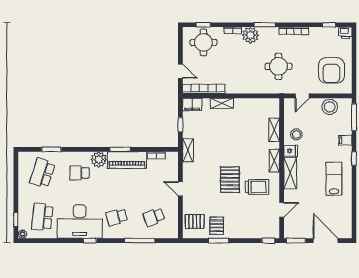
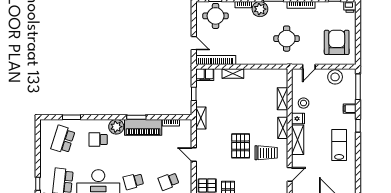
armchair: (331, 70) -> (337, 42), turned 180

